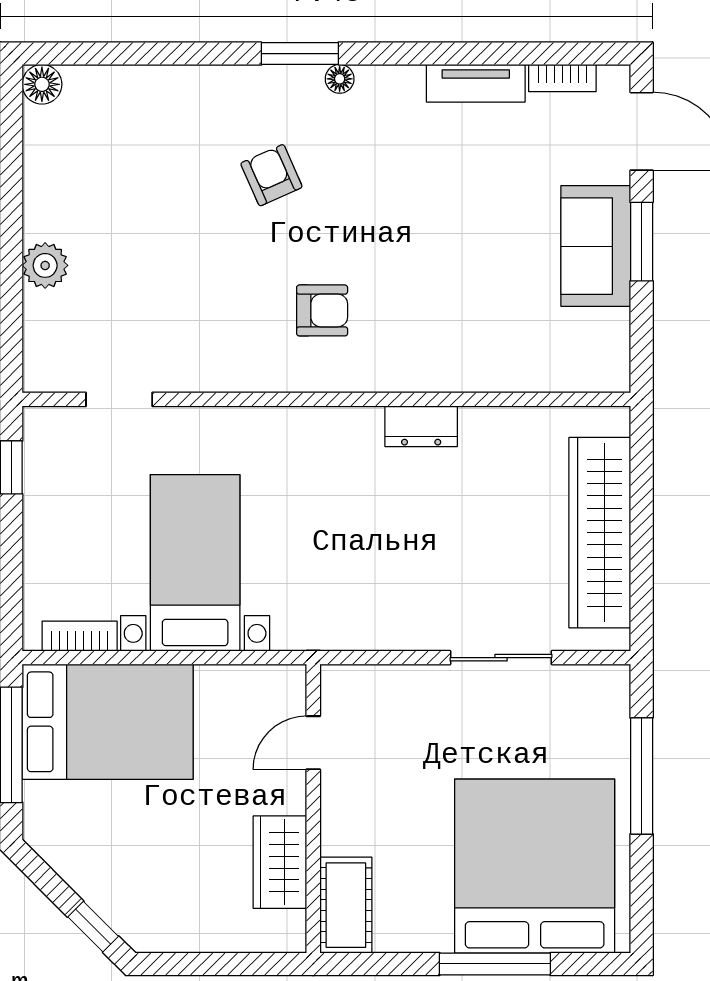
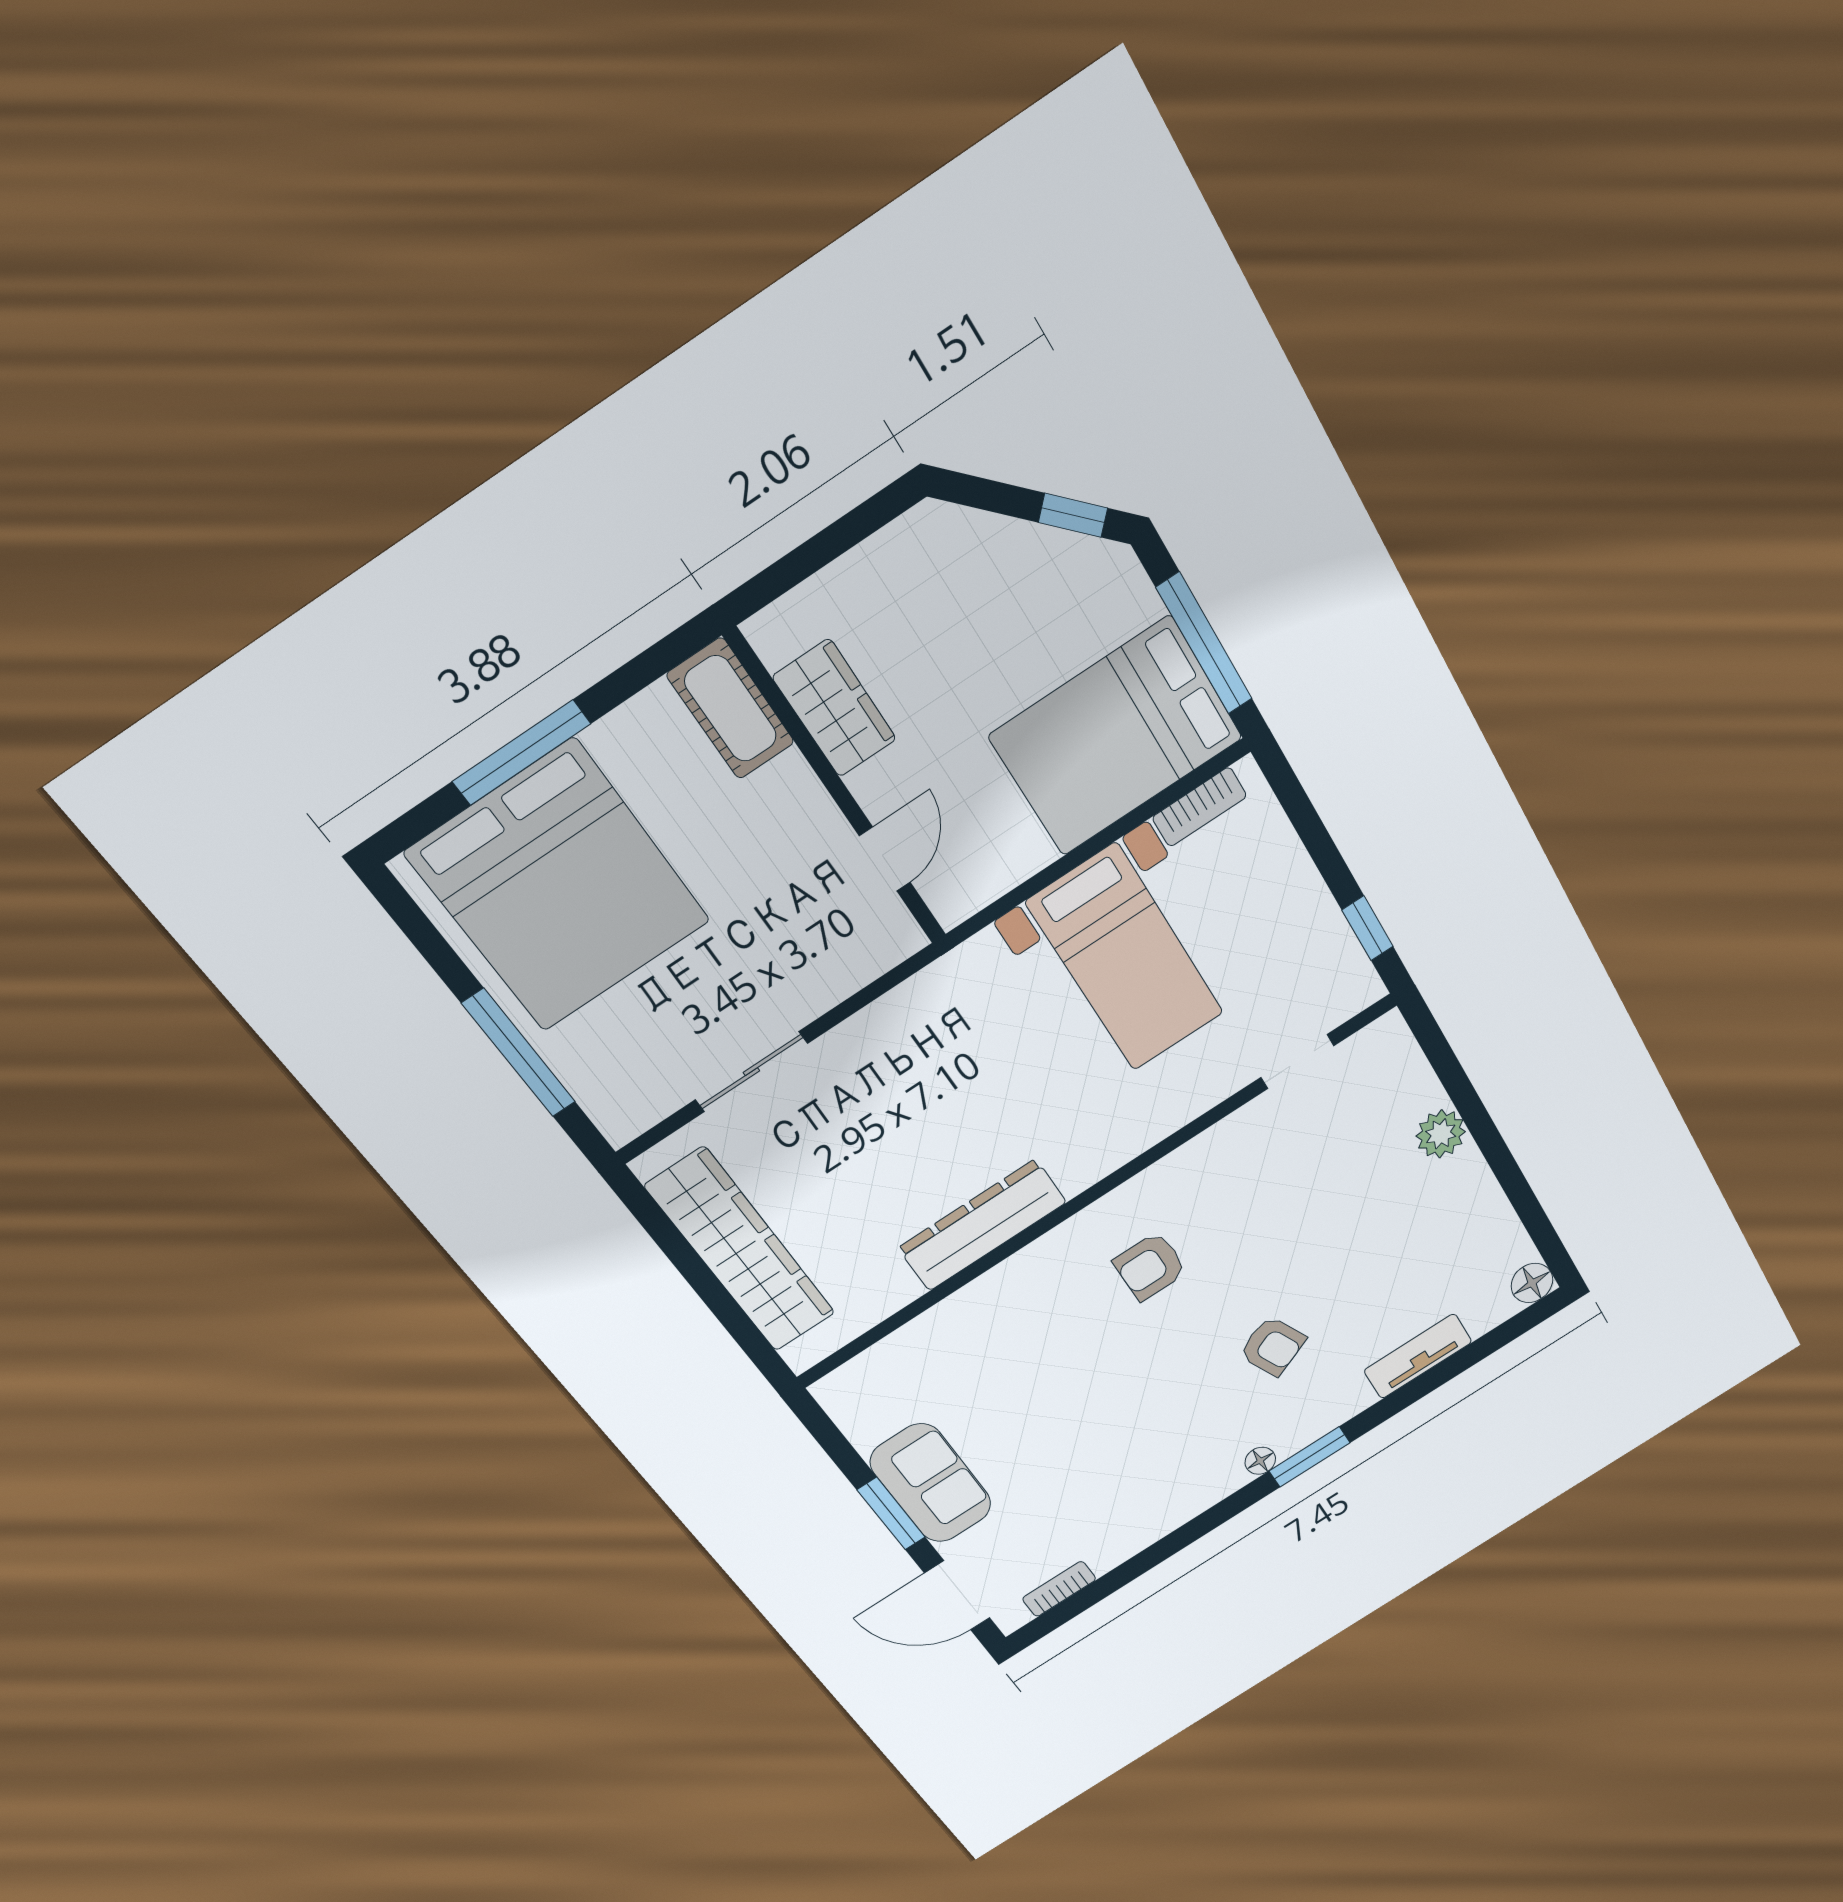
tv unit: (476, 83) -> (1418, 1356), moved
dresser: (421, 426) -> (982, 1225), width x1.96, depth x1.24
window: (93, 927) -> (1073, 515), moved

